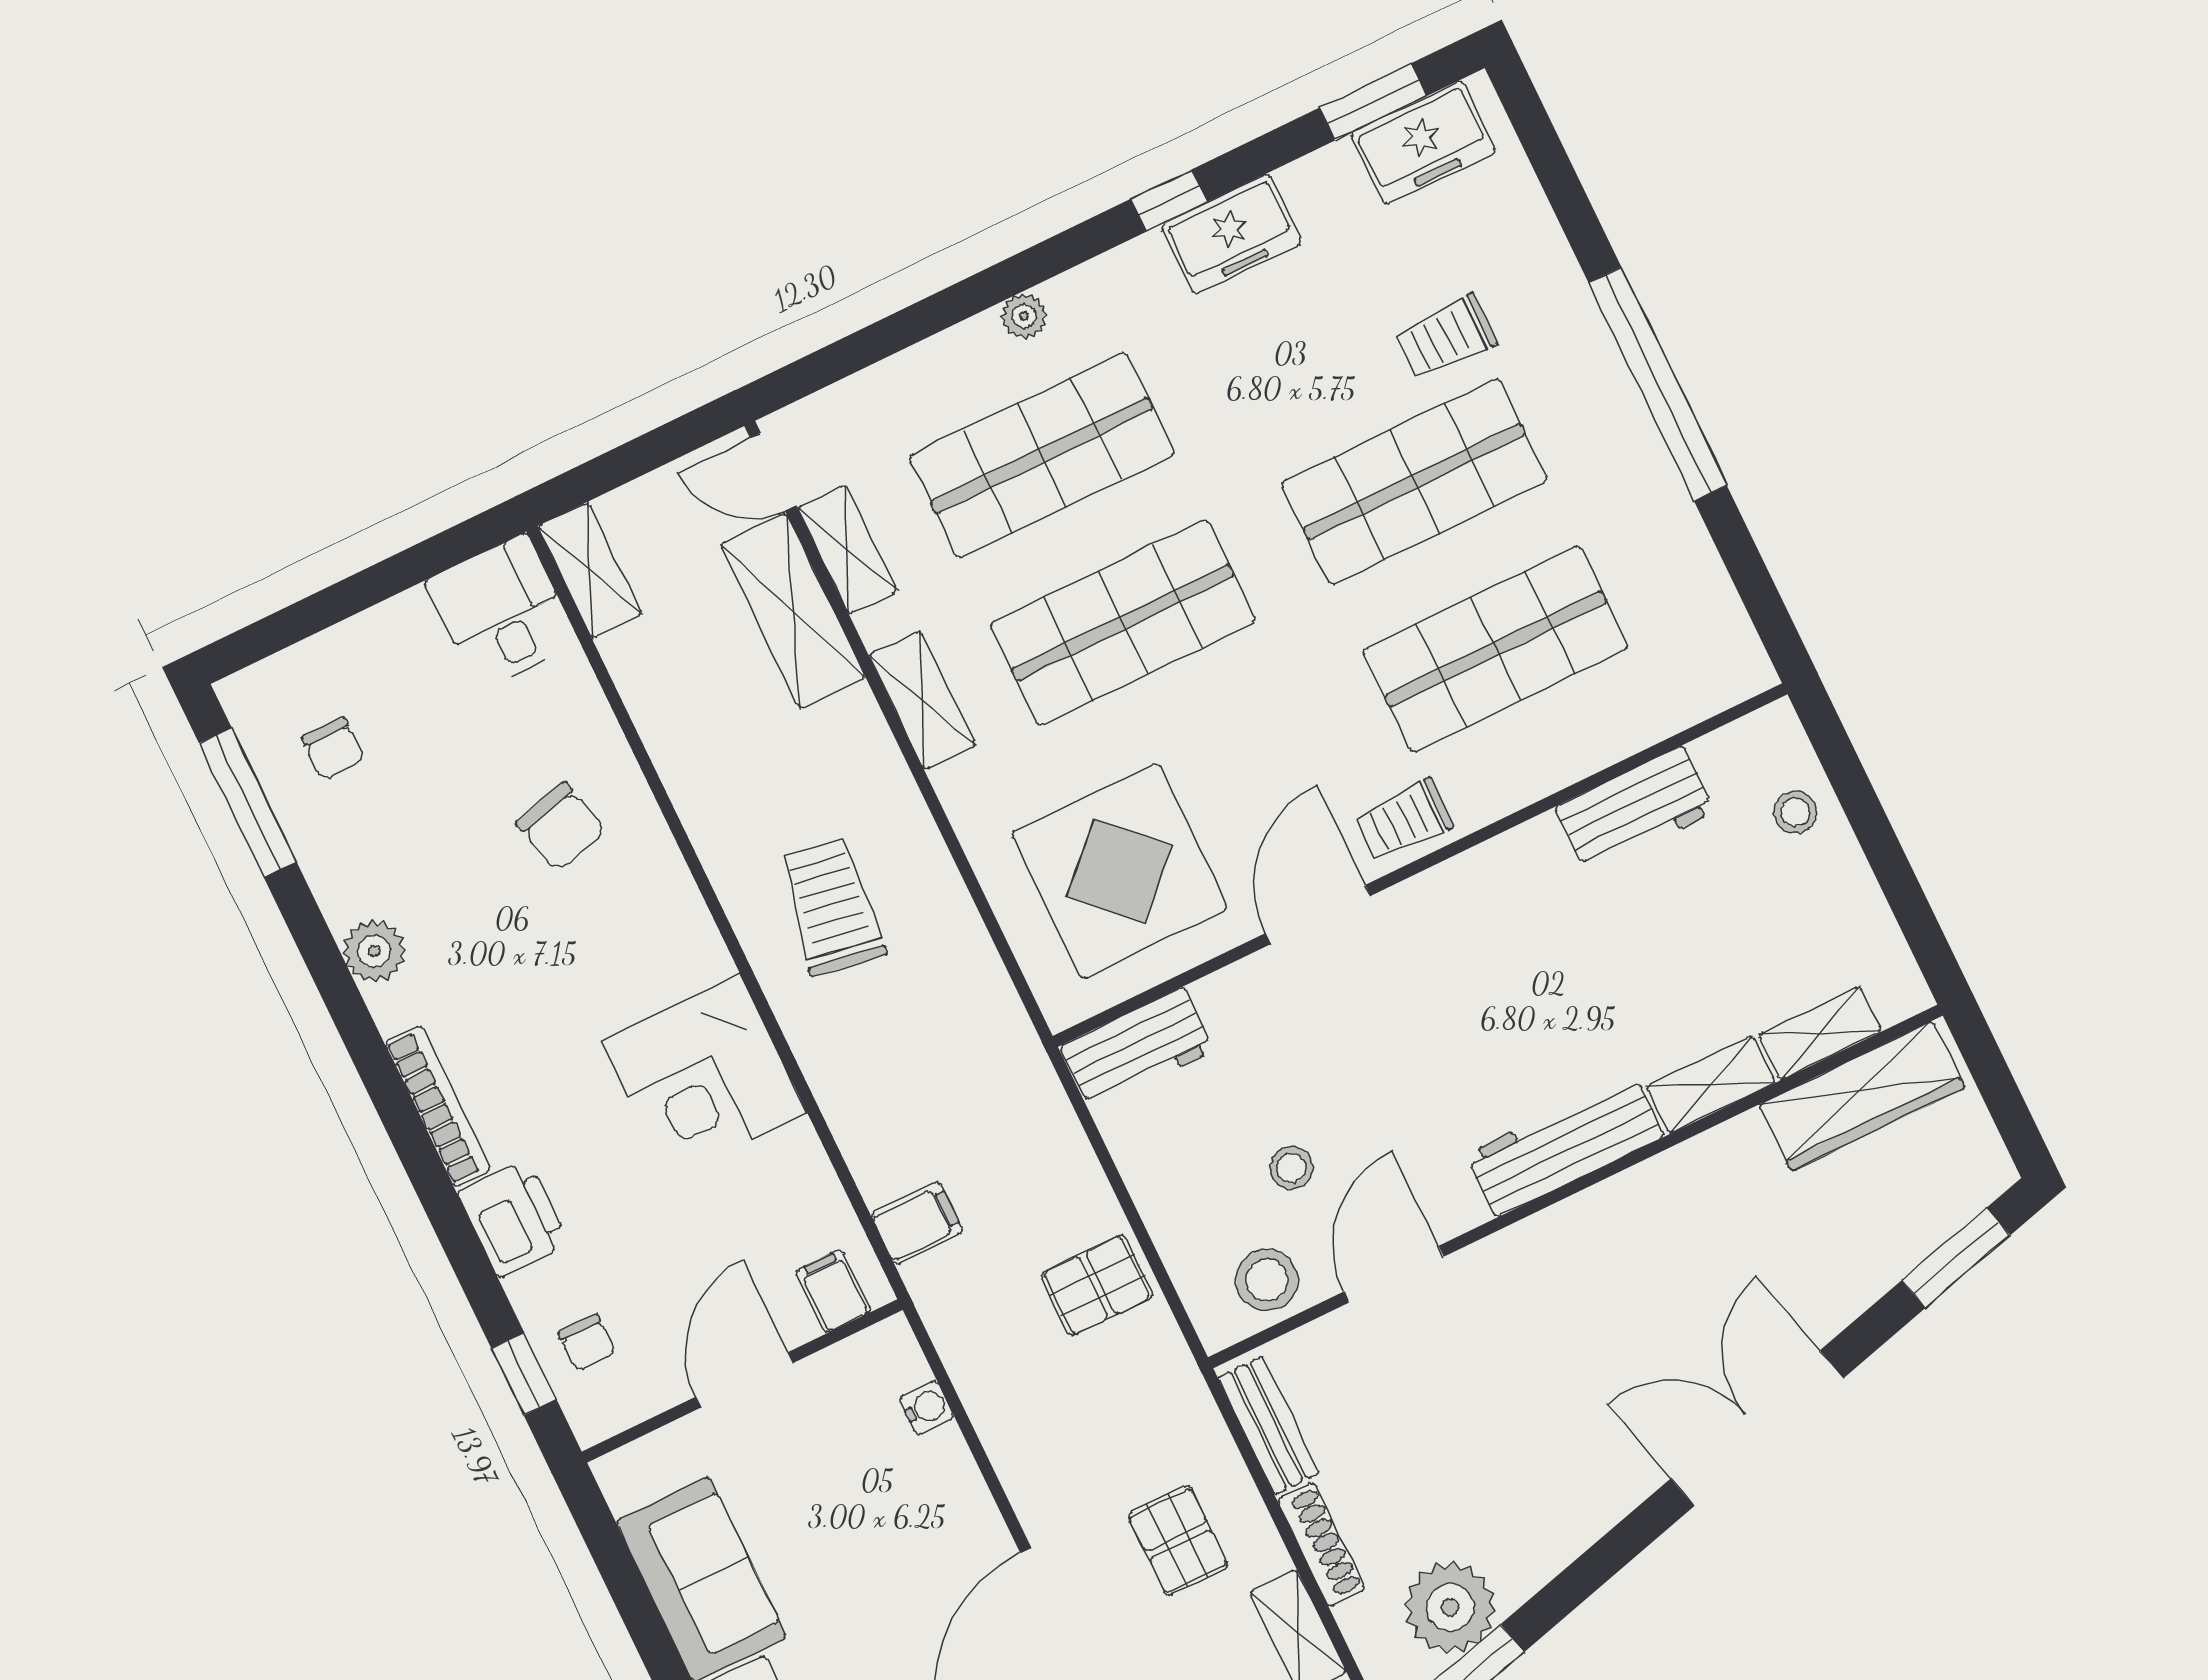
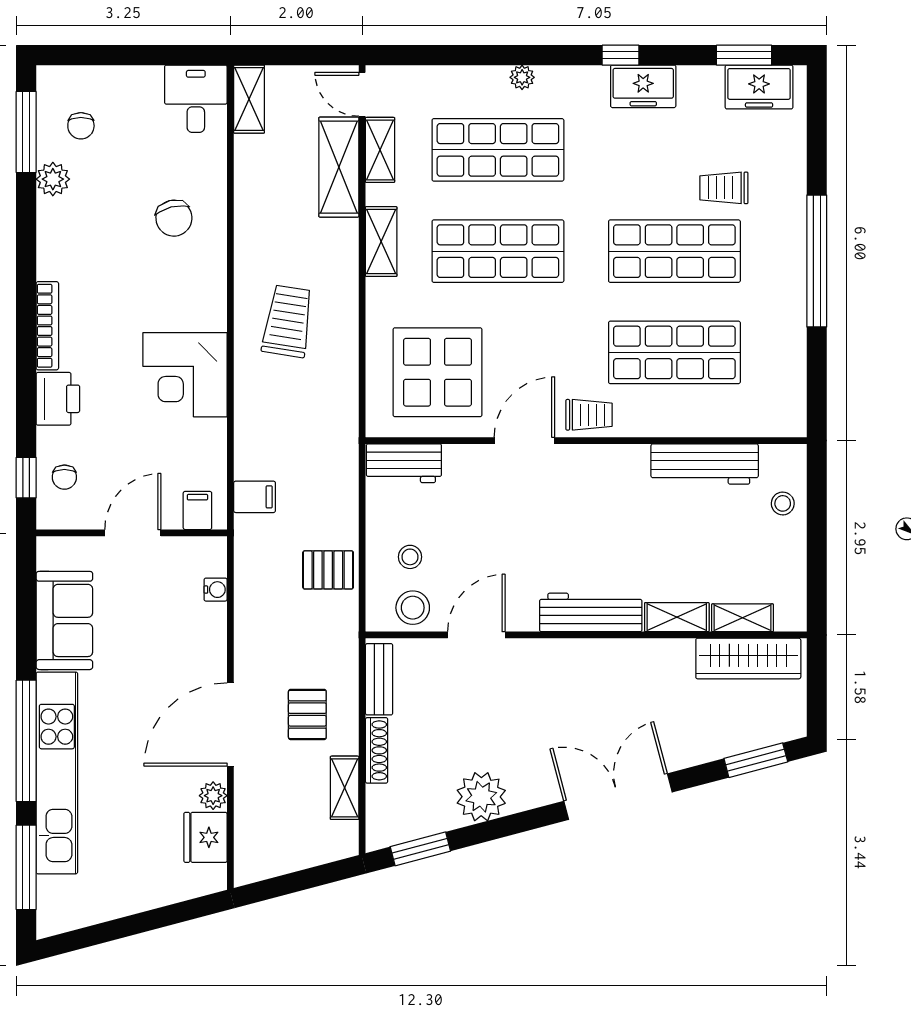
workbench: (1635, 809) -> (705, 464), width x1.38
trolley: (1404, 820) -> (589, 415), turned 180
plant: (374, 951) -> (53, 179), moved
stool: (1291, 1168) -> (410, 557), moved
plant: (1450, 1607) -> (481, 797), moved

